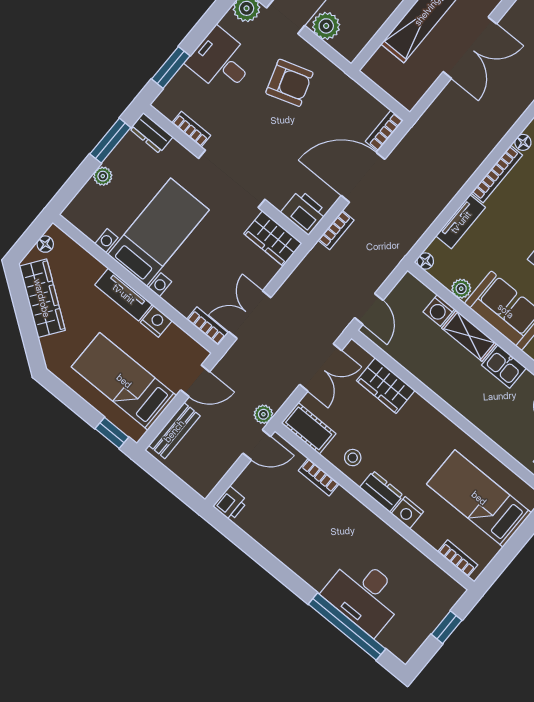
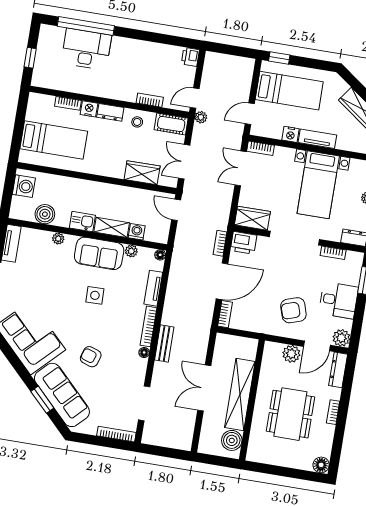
double door: (250, 315) -> (241, 168), swing flipped
bench: (174, 431) -> (164, 343), moved
bookcase: (458, 558) -> (68, 103), moved

